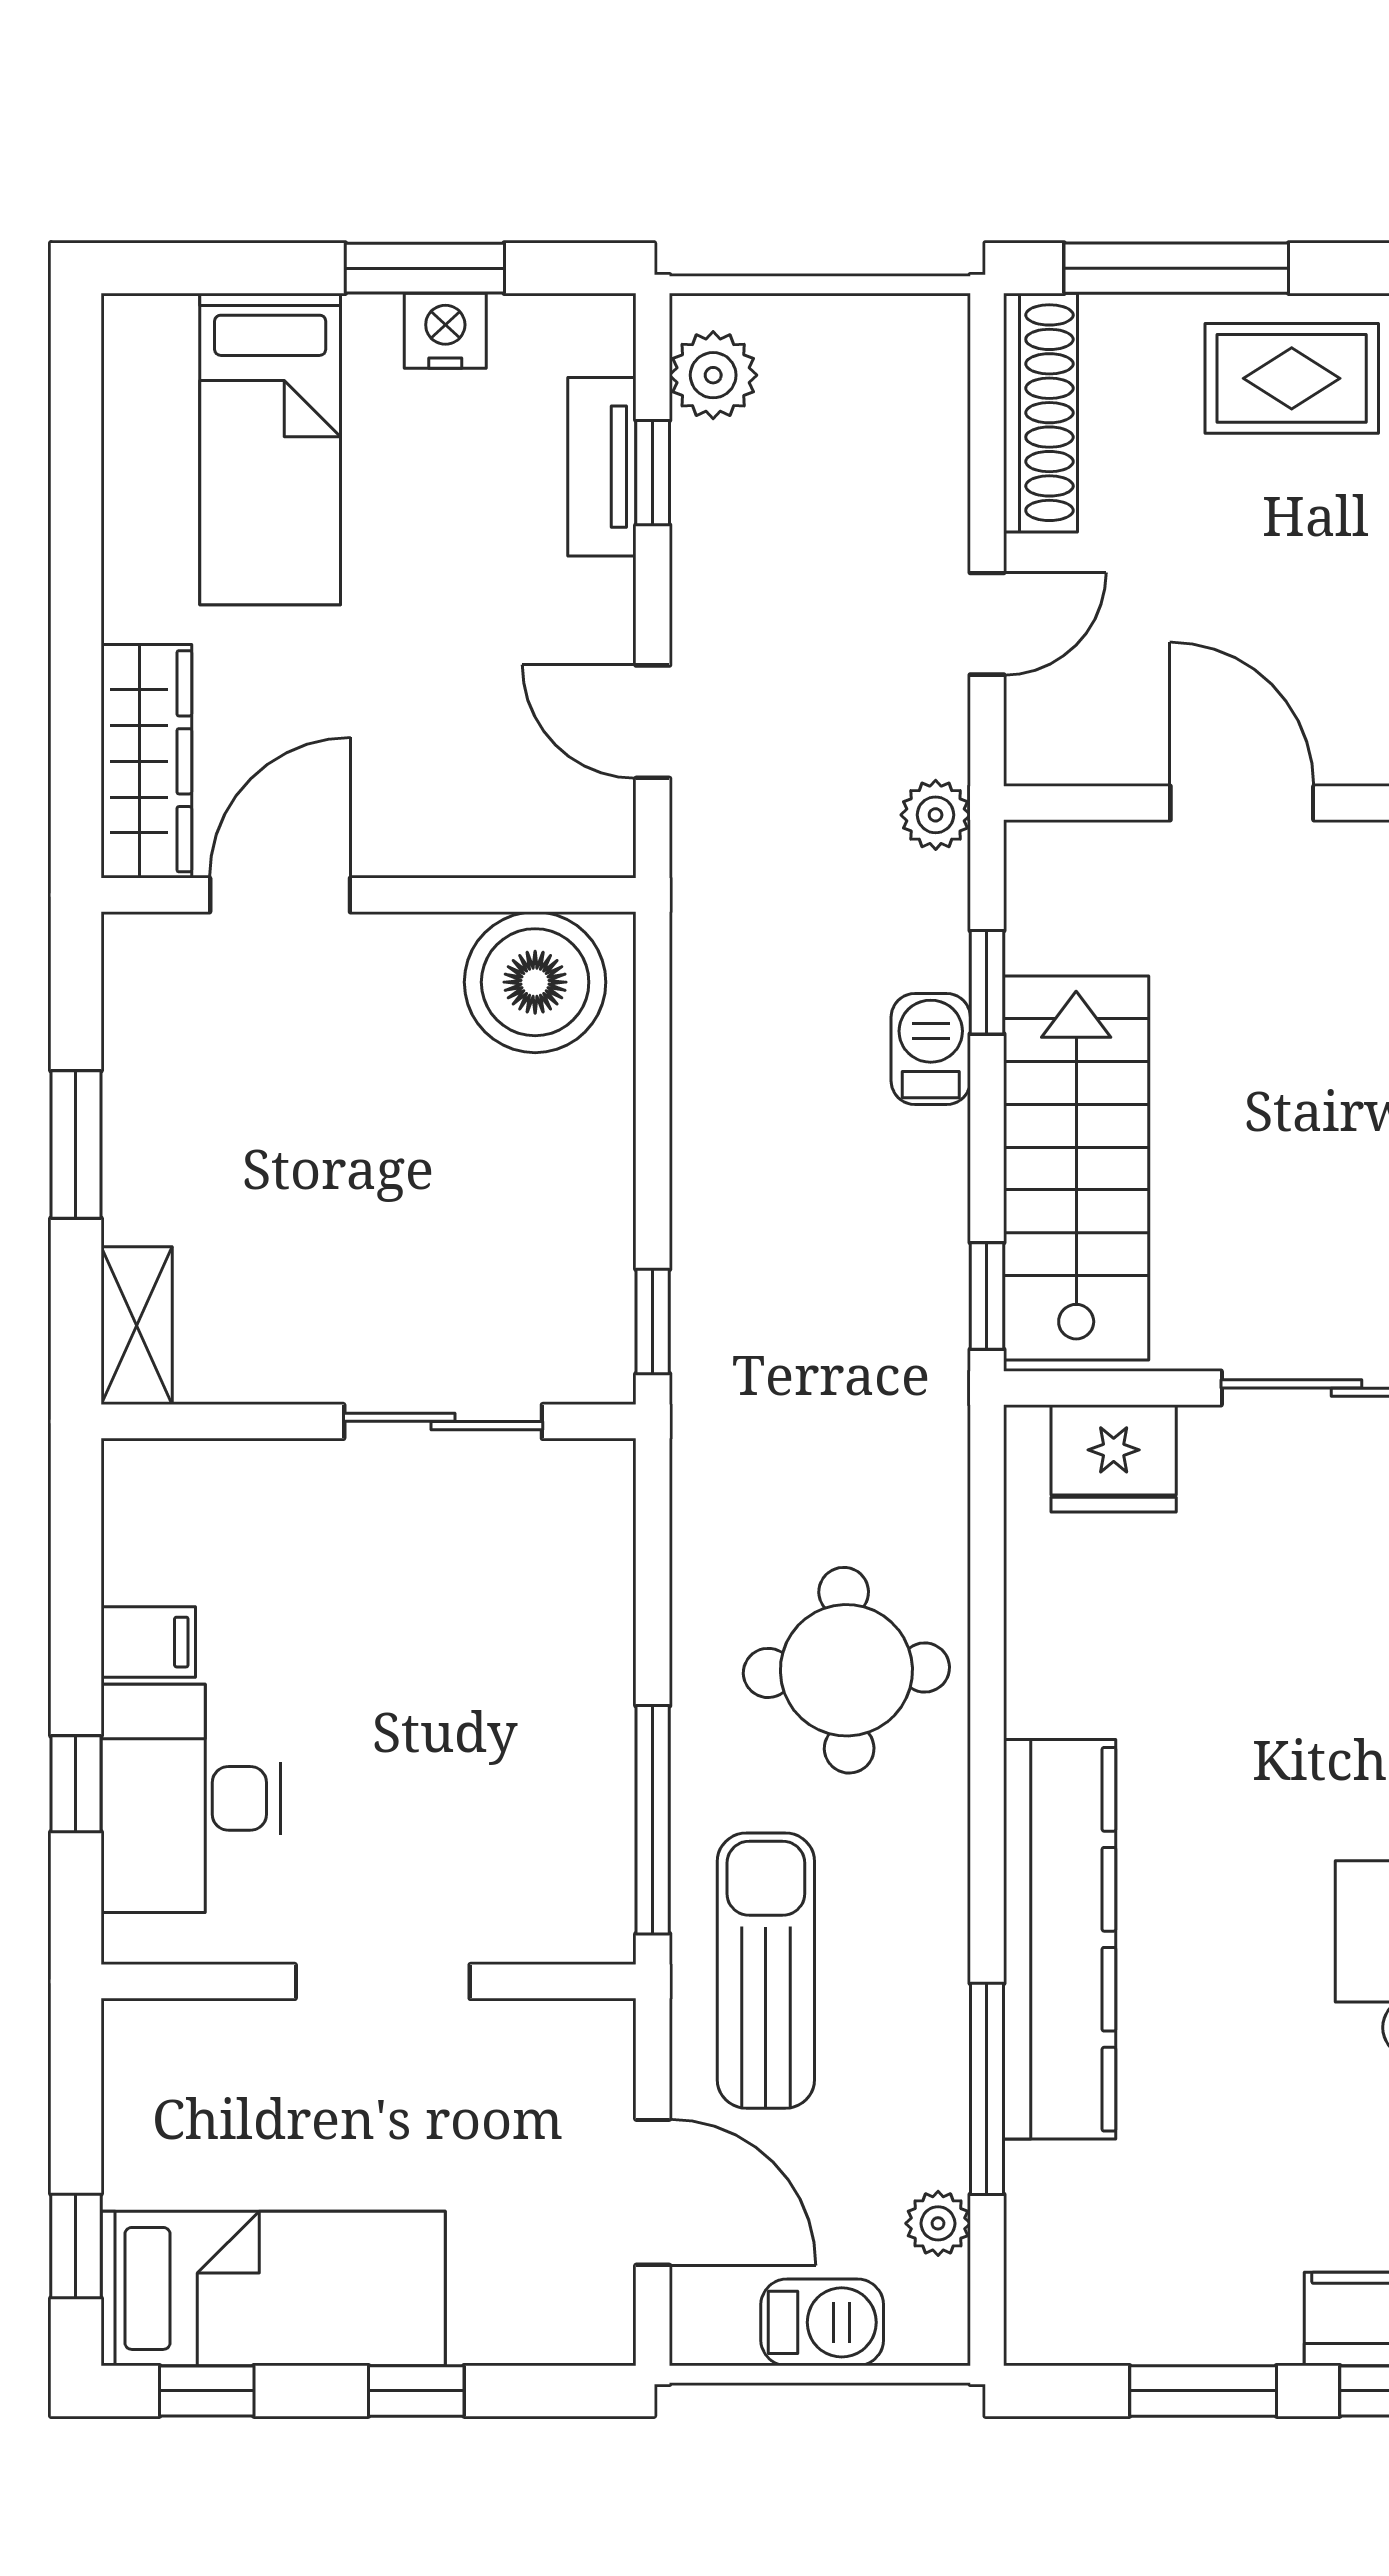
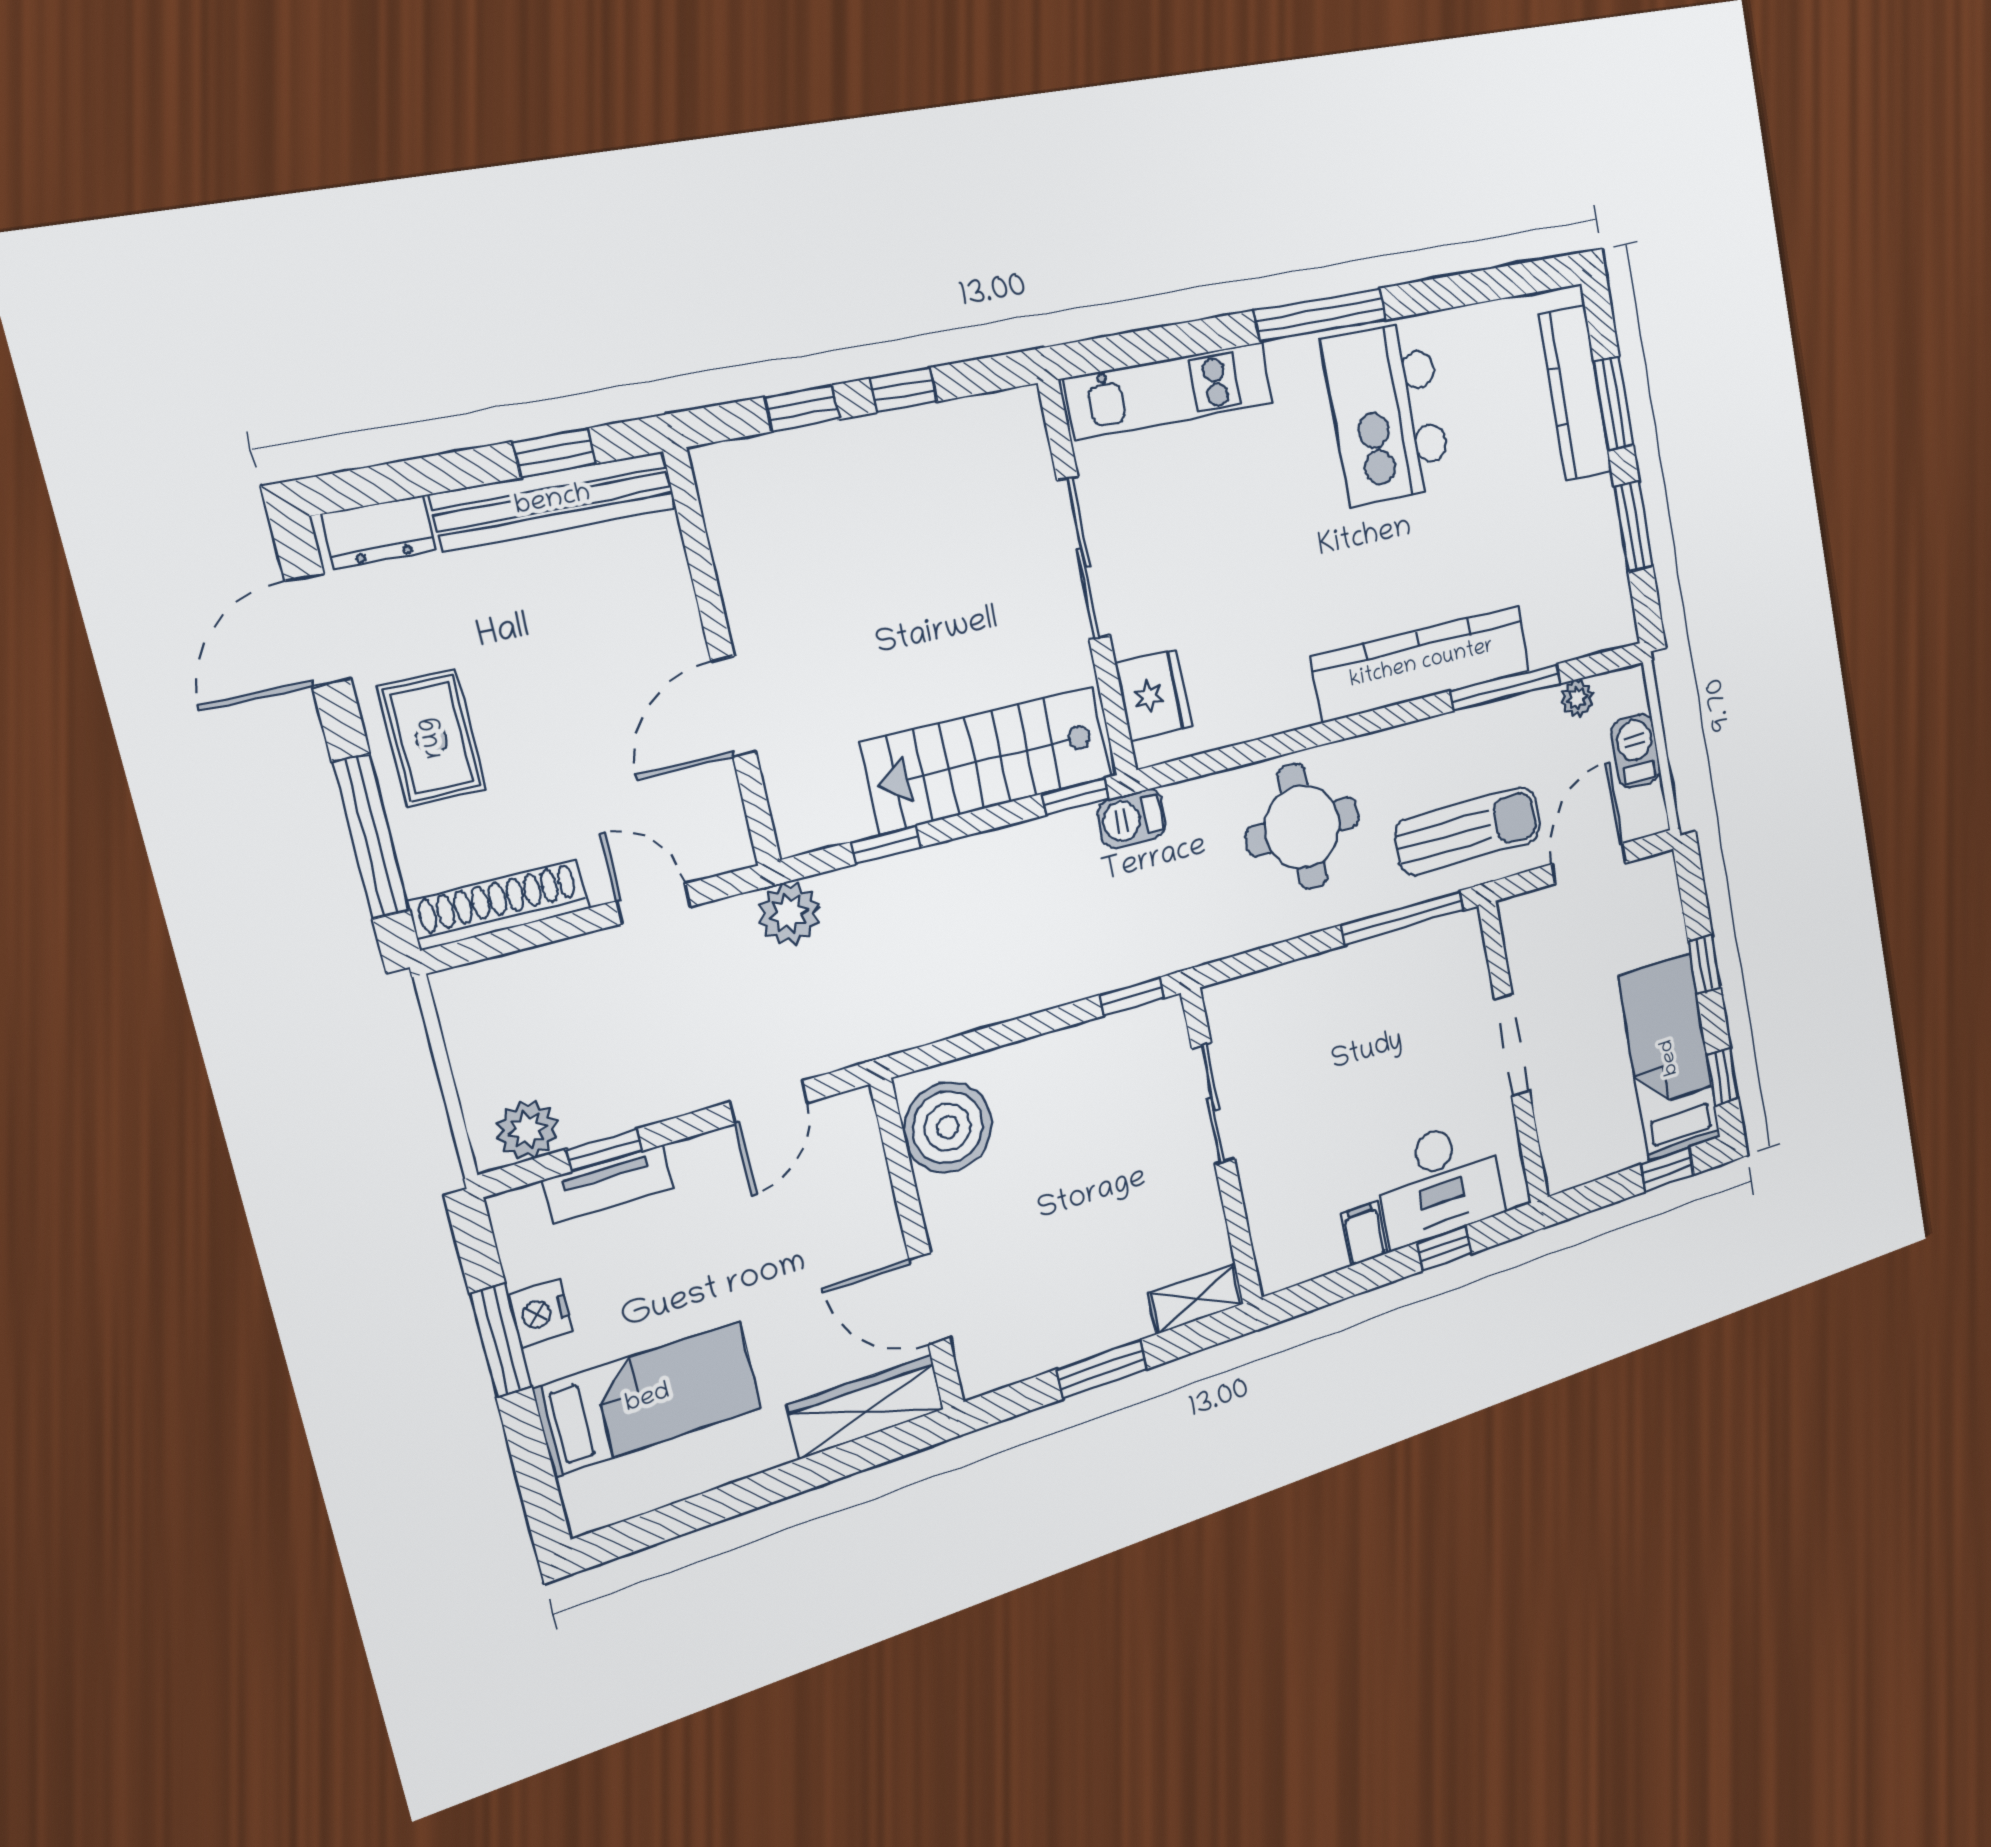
plant: (936, 815) -> (789, 913), width x1.38, depth x1.38
barbecue: (931, 1049) -> (1132, 819), moved
sun lounger: (766, 1971) -> (1468, 831), turned 180

